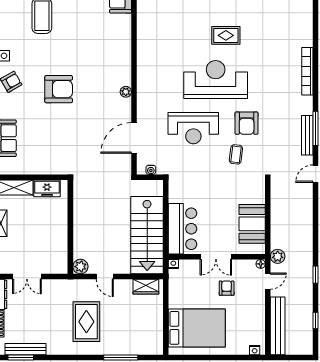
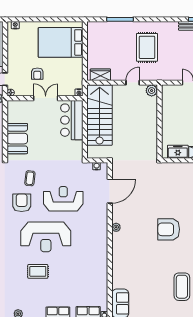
booth: (252, 224) -> (17, 139), moved
door: (105, 277) -> (133, 83), hinge flipped

